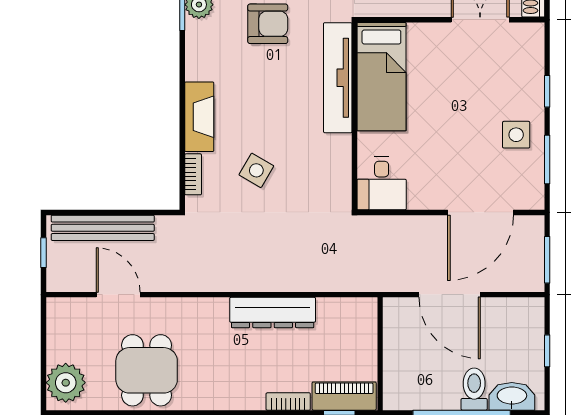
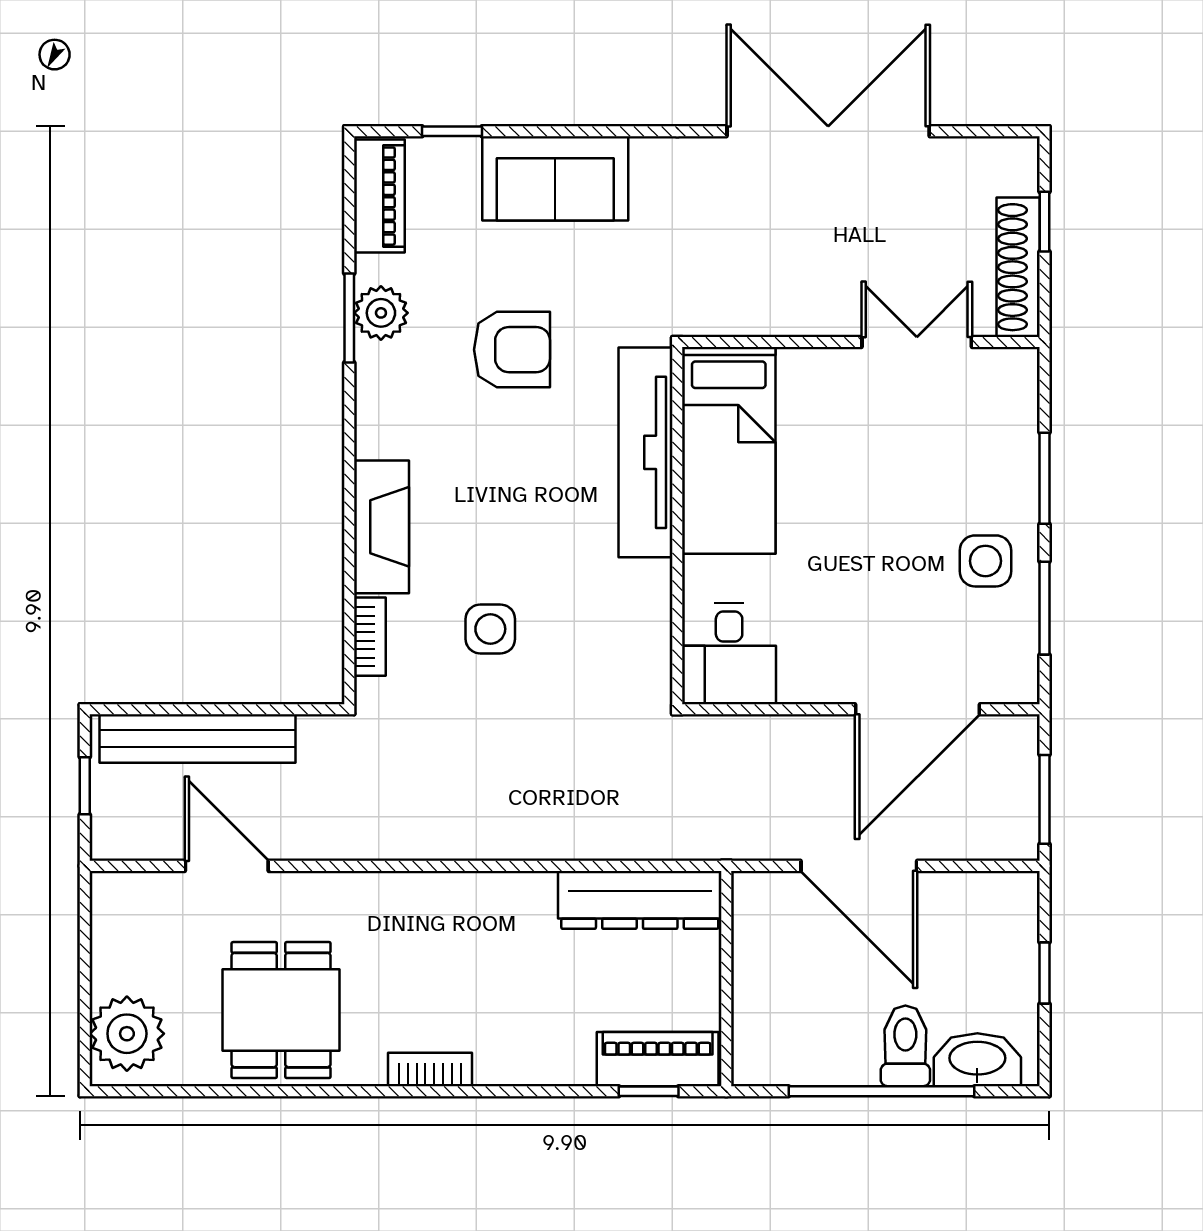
window: (547, 91) -> (1045, 478), width x1.50
side table: (256, 170) -> (490, 629), turned -30
dresser: (273, 313) -> (640, 900), moved
bookcase: (288, 401) -> (430, 1070), moved

